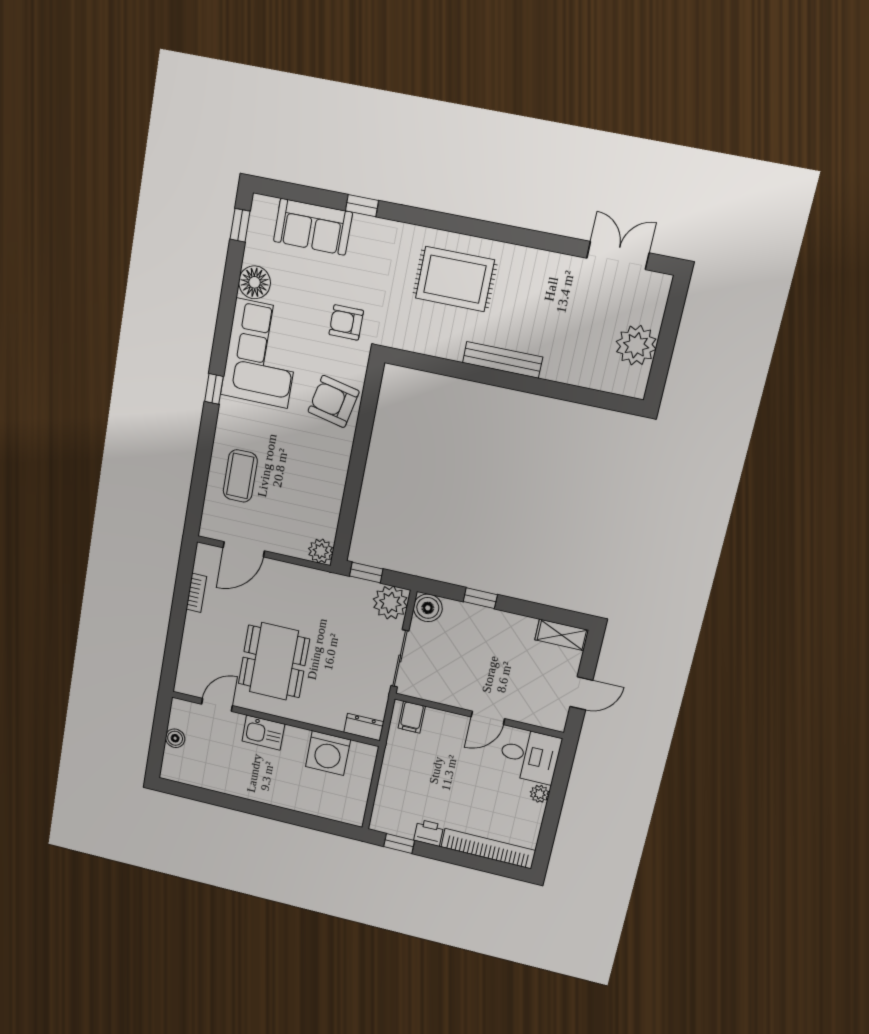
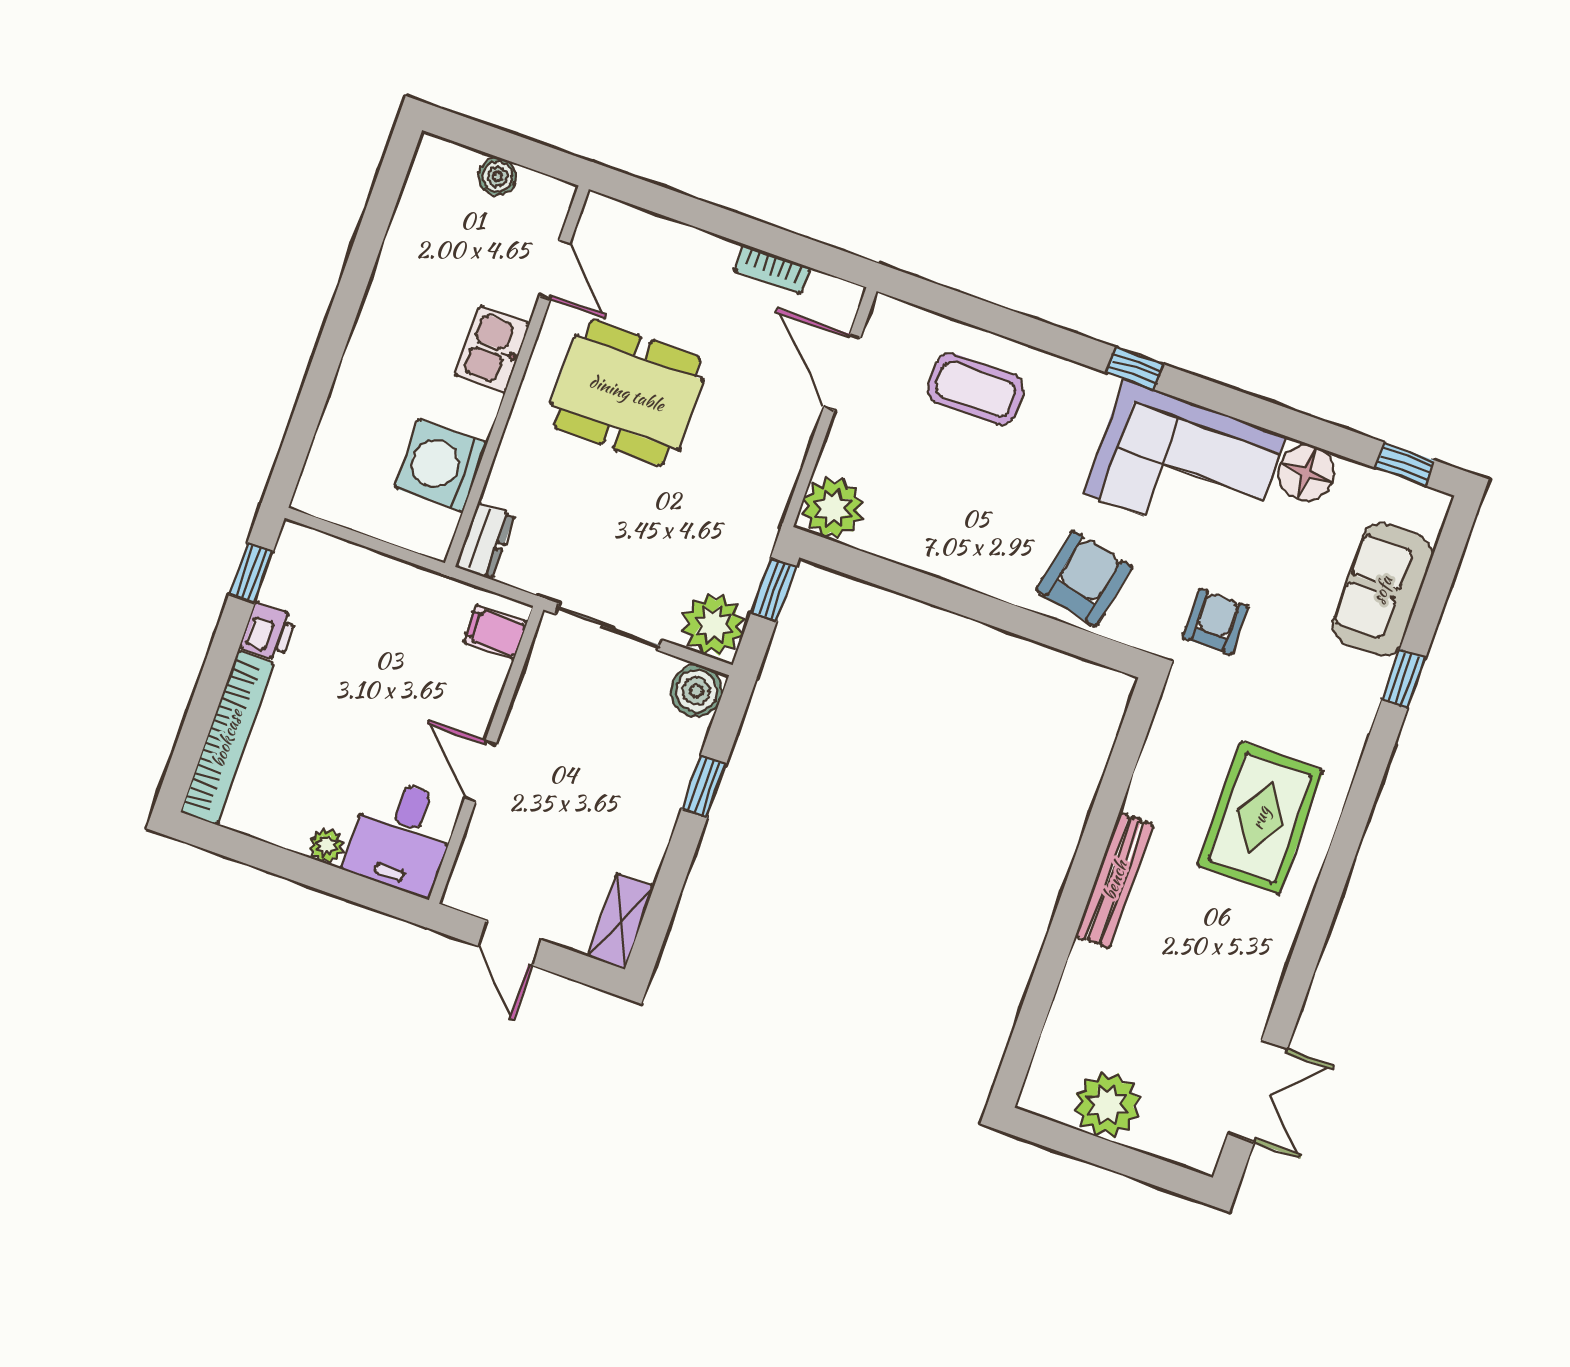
plant: (321, 551) -> (833, 508), width x1.36, depth x1.36

